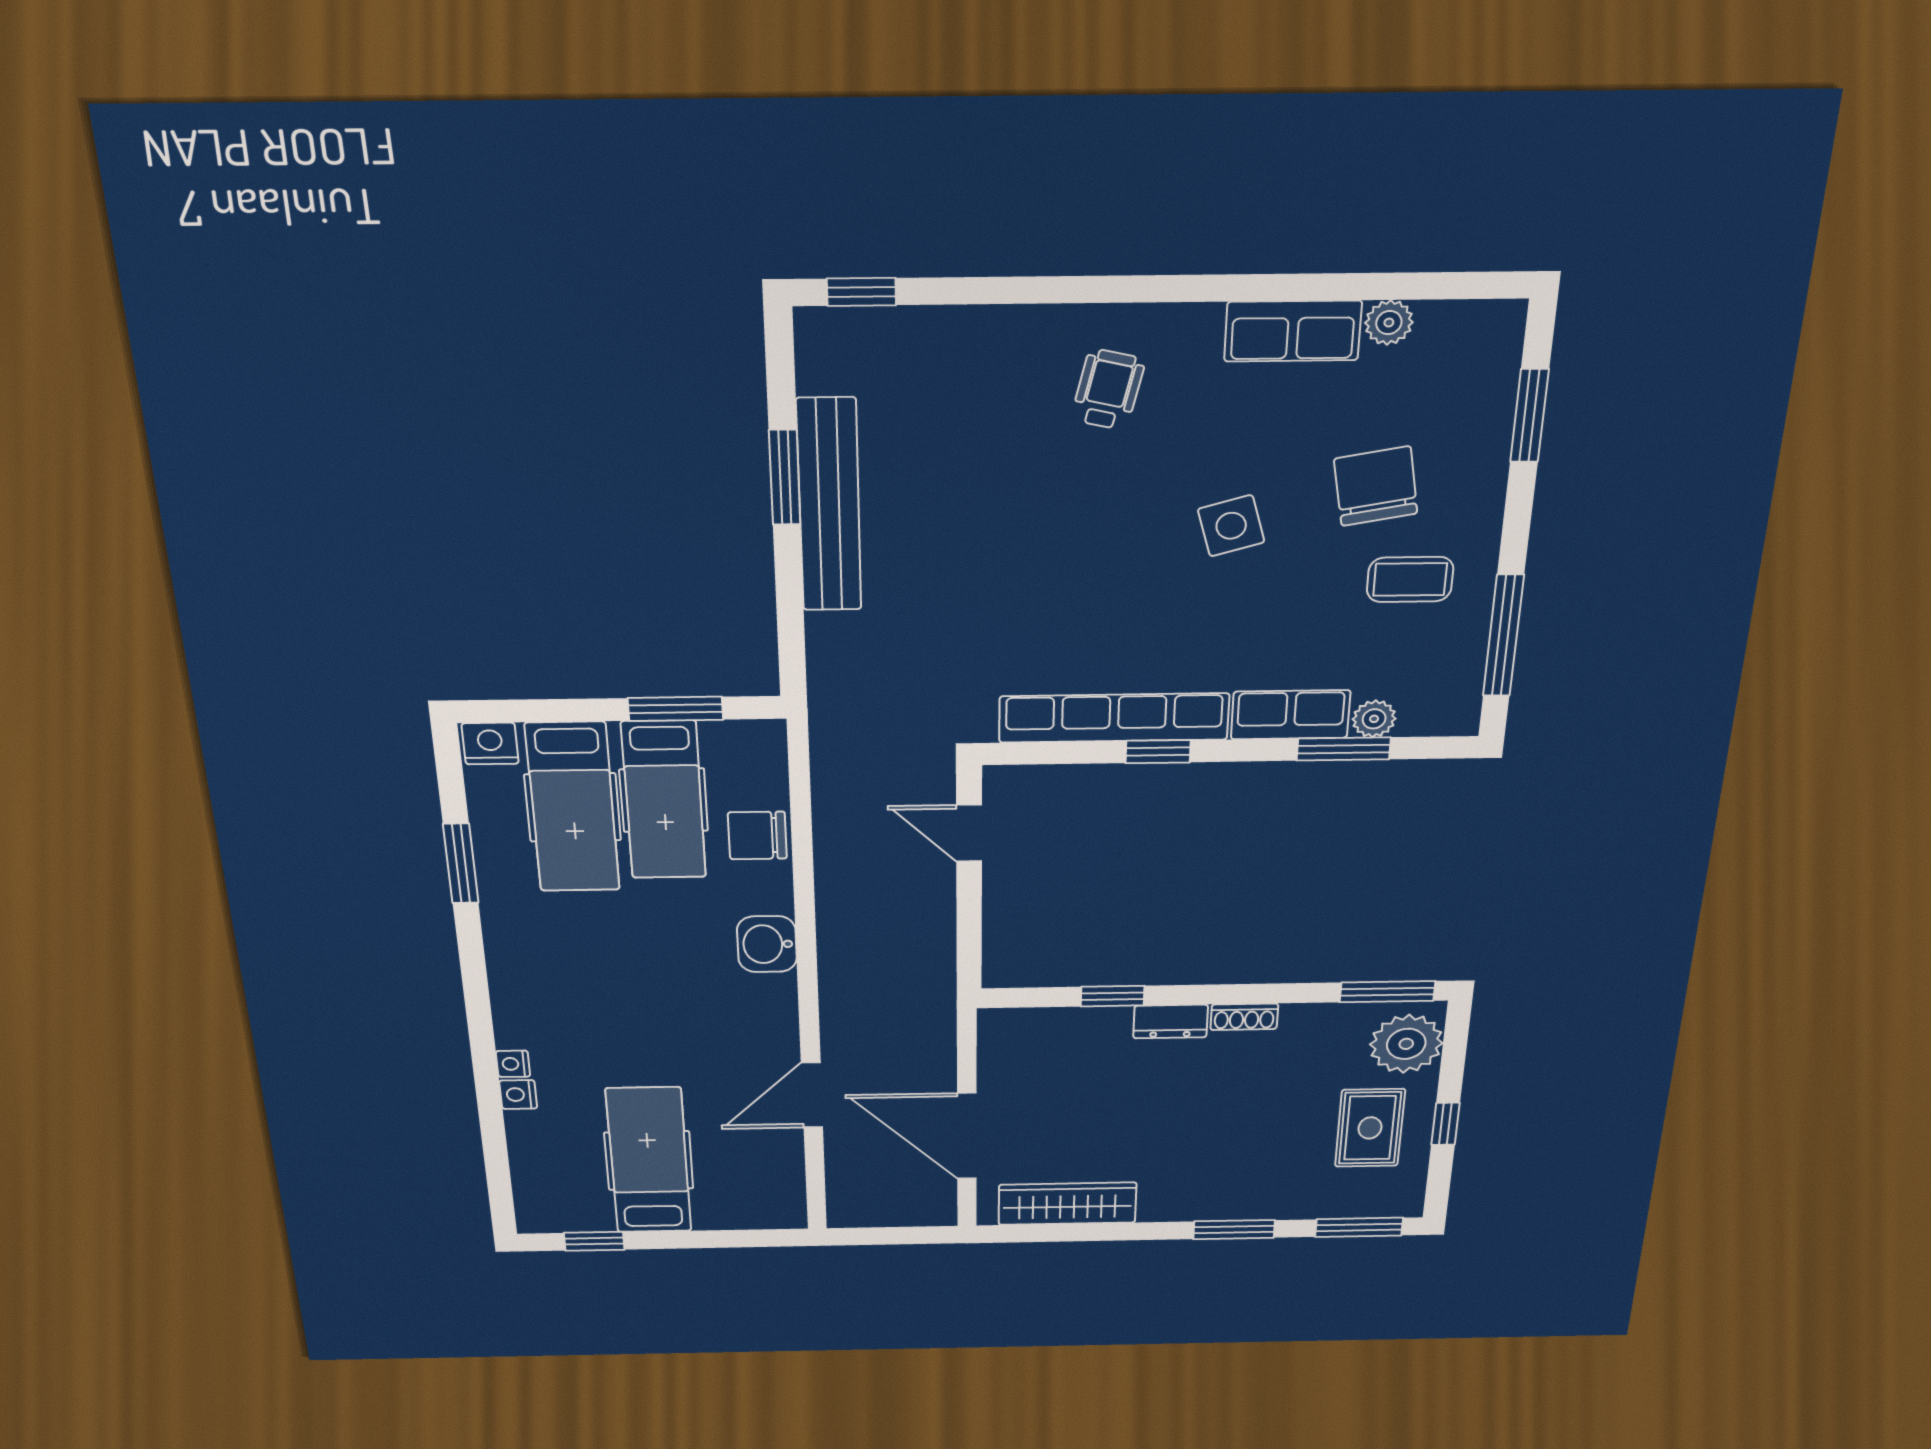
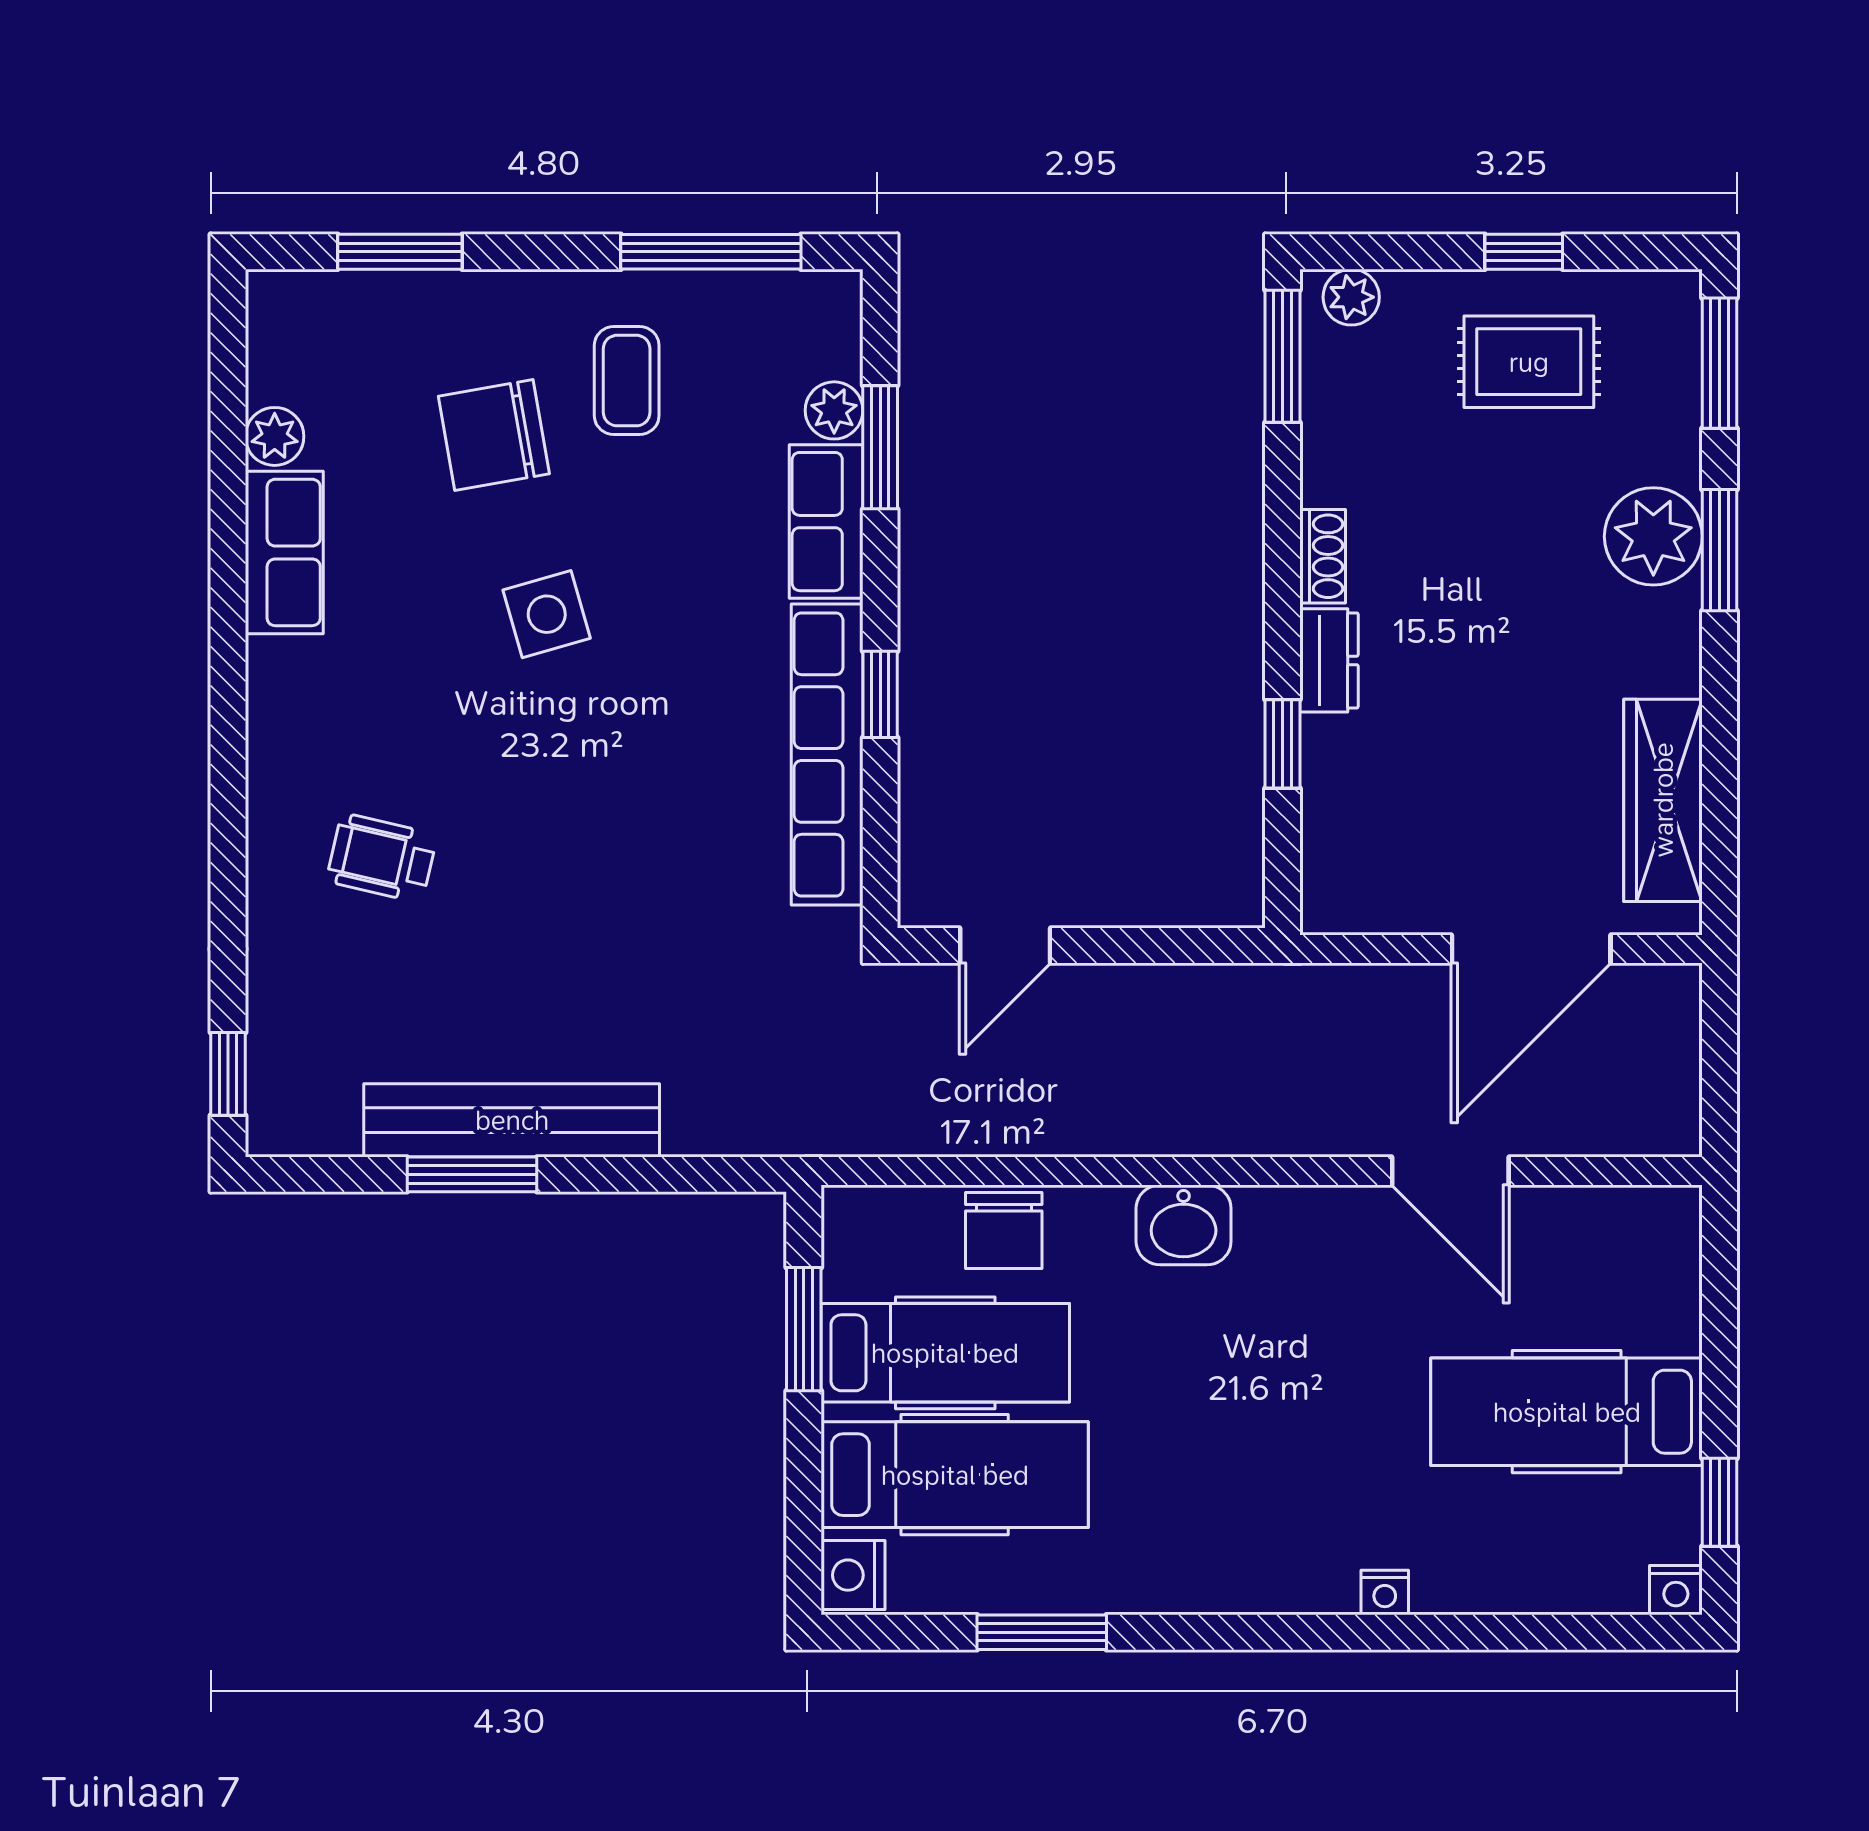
wheelchair: (1108, 389) -> (382, 858), moved
plant: (1406, 1044) -> (1351, 297), width x0.53, depth x0.53
nightstand: (518, 1095) -> (1676, 1590), moved
plant: (1246, 1195) -> (1653, 536), added

